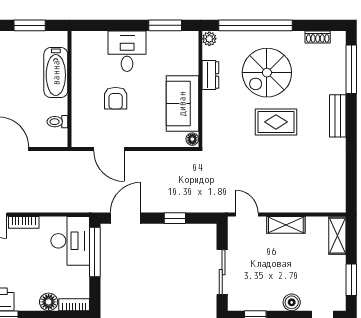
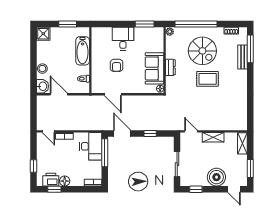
spiral stairs: (267, 73) -> (202, 51), turned -90
dresser: (210, 75) -> (170, 67), moved
bench: (338, 116) -> (243, 57), moved
door: (126, 218) -> (122, 133), hinge flipped
floor lamp: (49, 302) -> (65, 181), moved
boiler: (292, 302) -> (216, 177), width x1.86, depth x1.86

